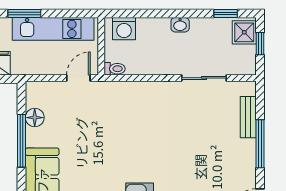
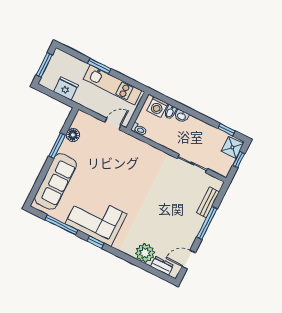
washbasin: (180, 25) -> (182, 116), moved
bidet: (143, 27) -> (170, 112), added
window: (22, 141) -> (57, 145), width x0.69

